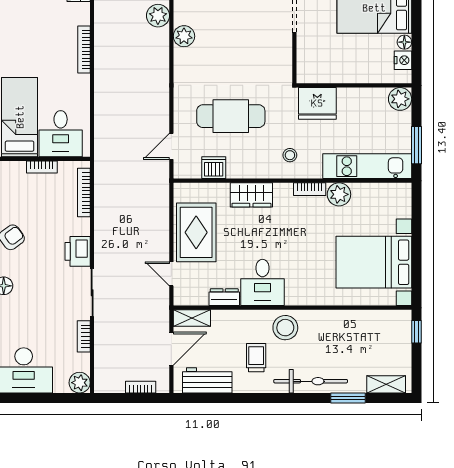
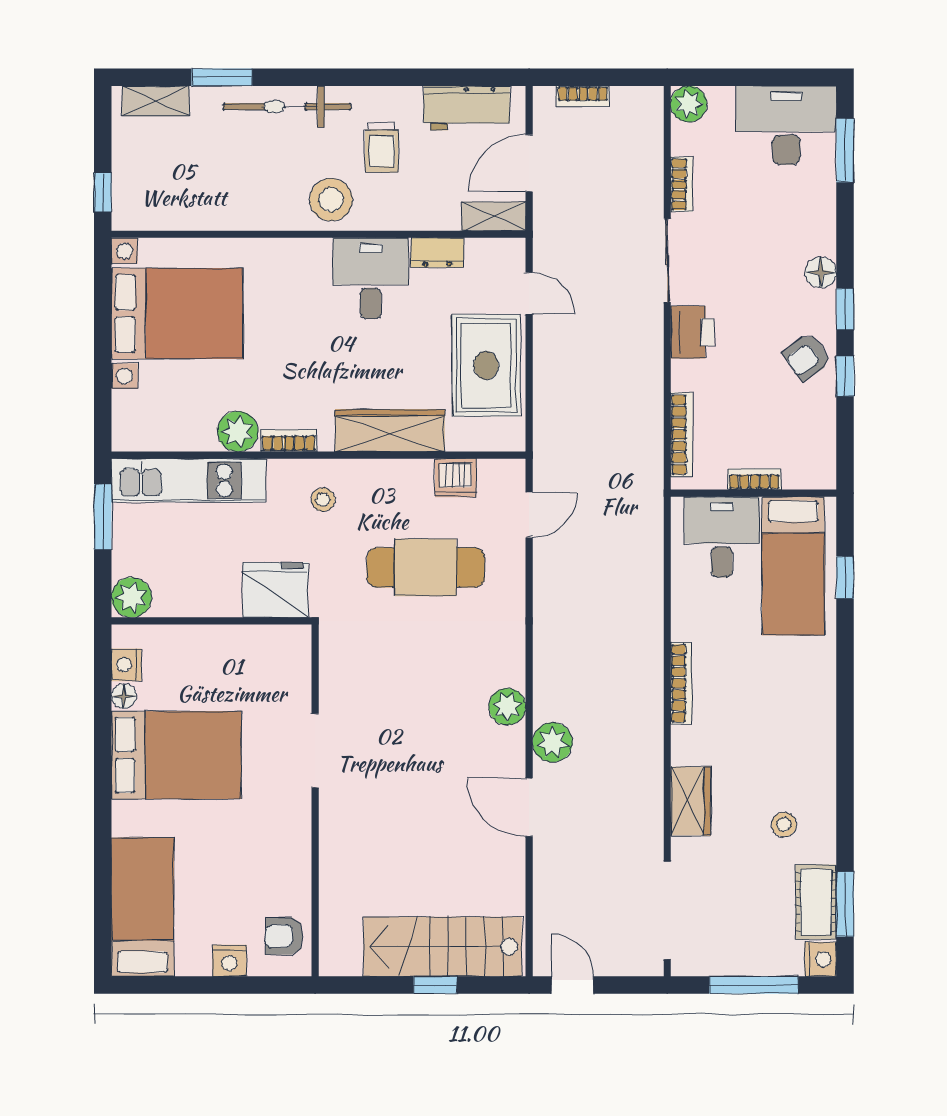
wardrobe: (251, 195) -> (390, 431), width x1.50

